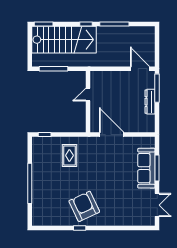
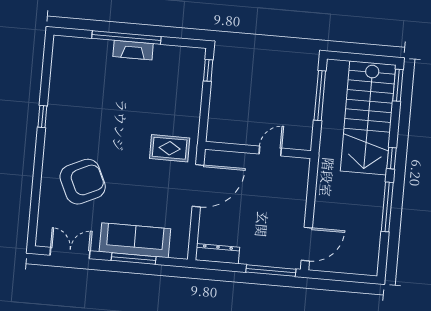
door: (88, 94) -> (270, 151), hinge flipped
dresser: (150, 102) -> (217, 254), moved
rug: (69, 155) -> (170, 148), moved
fireplace: (37, 179) -> (133, 50), added
double door: (157, 205) -> (70, 253), swing flipped
armchair: (84, 206) -> (83, 182), moved

